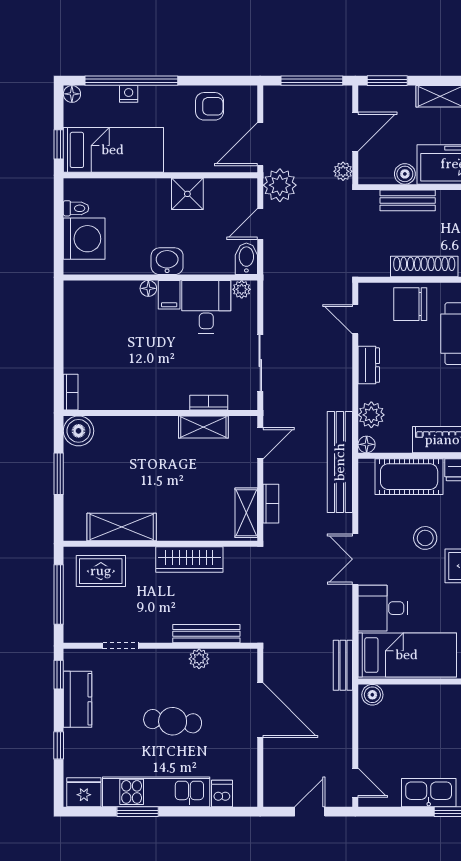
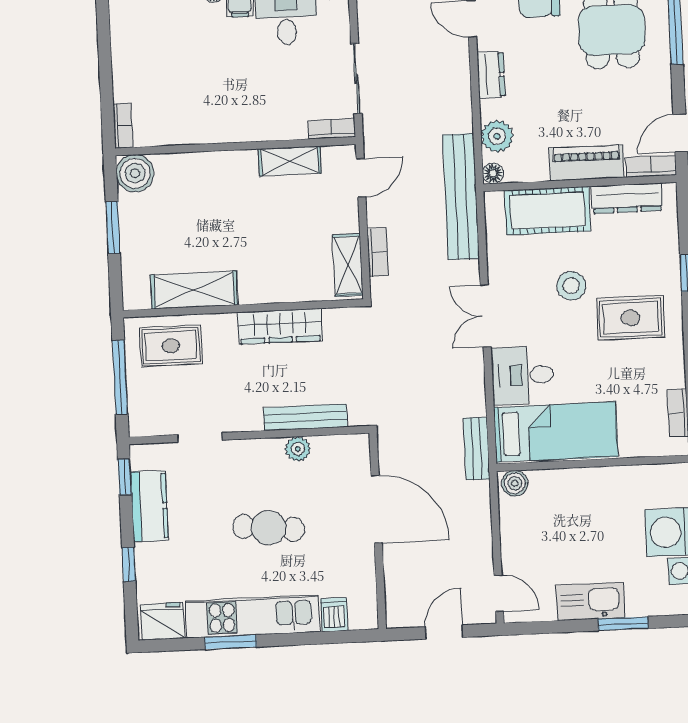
bookcase: (209, 403) -> (332, 129), moved

